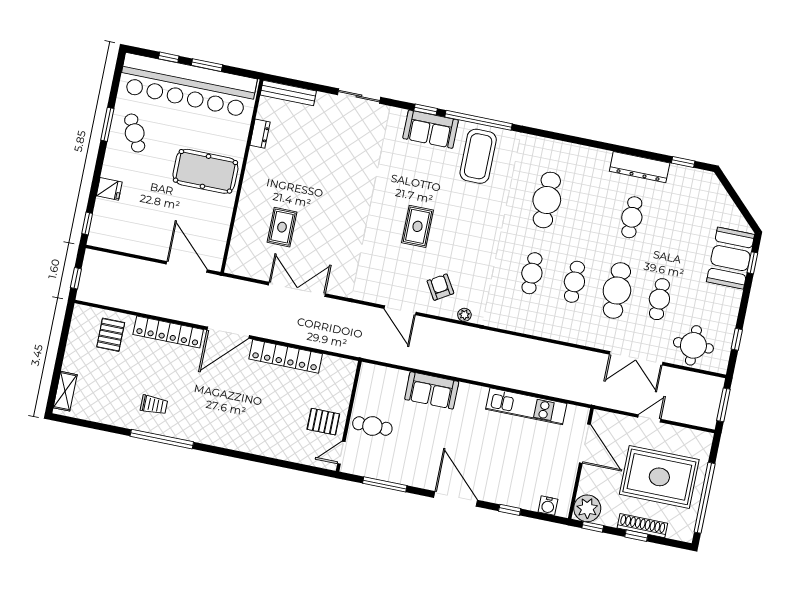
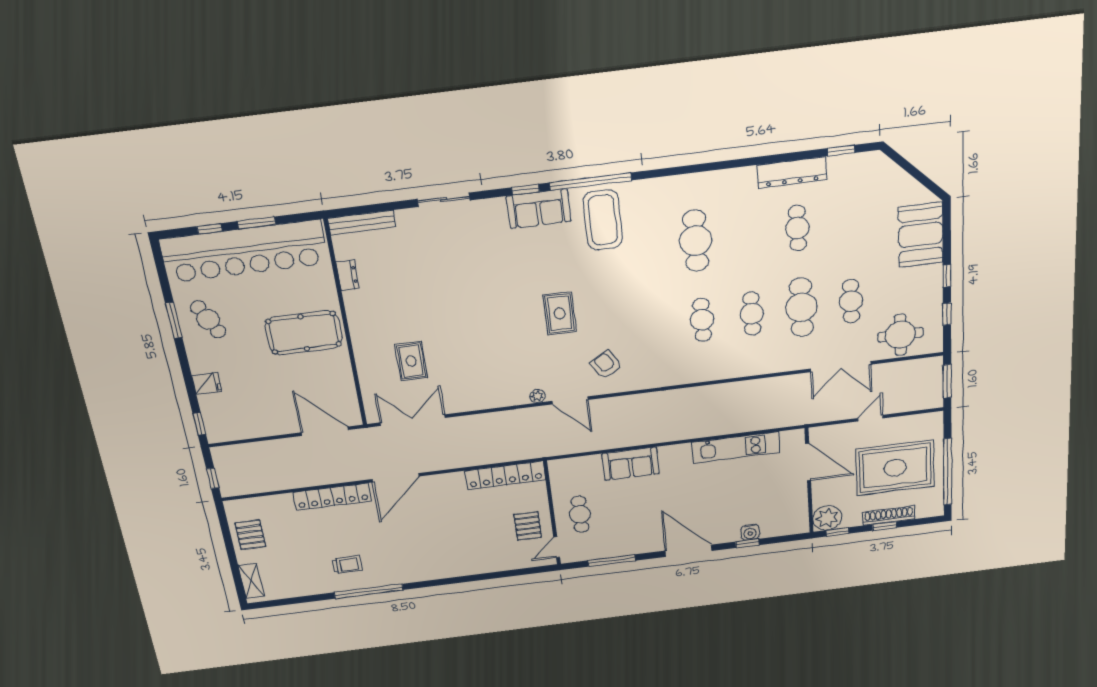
window: (752, 263) -> (947, 276), moved
double door: (297, 289) -> (413, 420), moved
plant: (464, 315) -> (537, 396), moved
pallet: (111, 335) -> (250, 535), moved
locker: (286, 356) -> (505, 475), moved
pallet: (323, 422) -> (528, 526), turned 90
cafe table: (372, 426) -> (580, 514), turned 90
water cooler: (548, 506) -> (750, 532), moved

